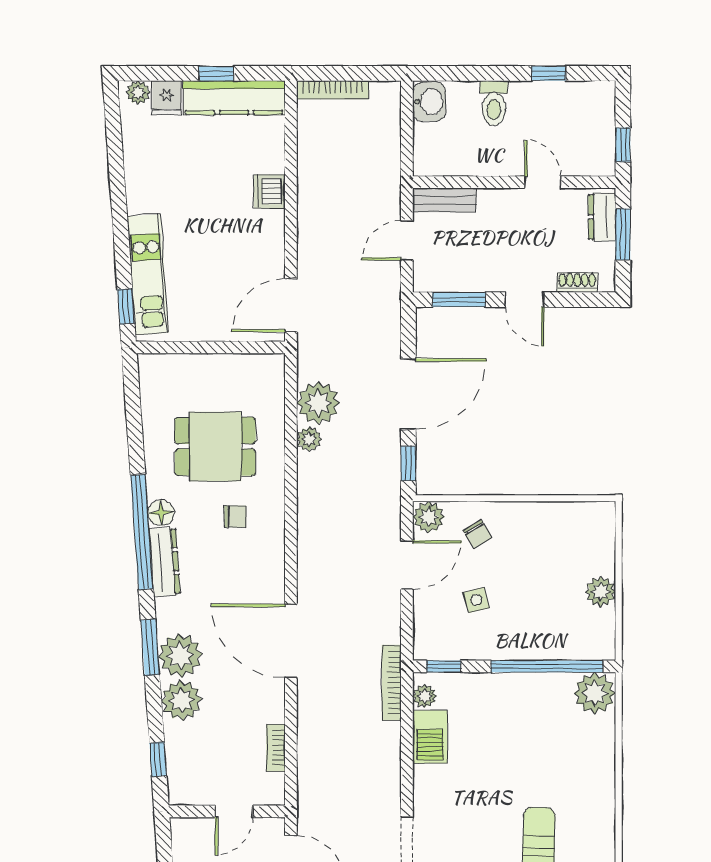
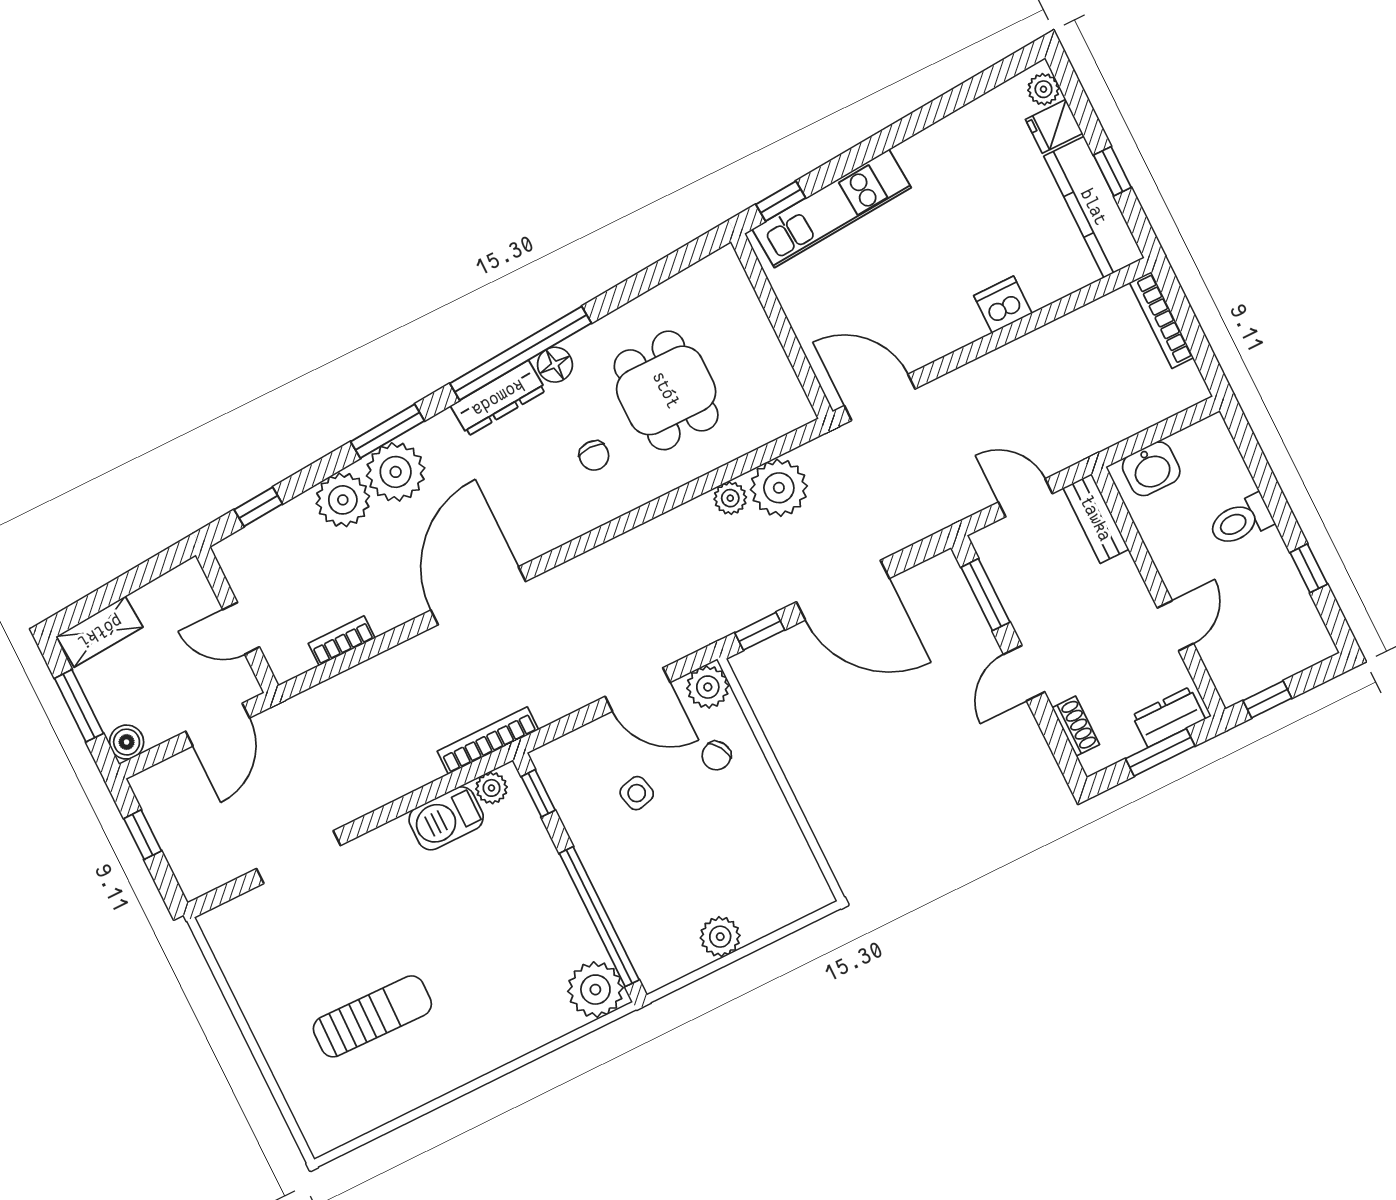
washbasin: (429, 102) -> (1151, 469), moved

